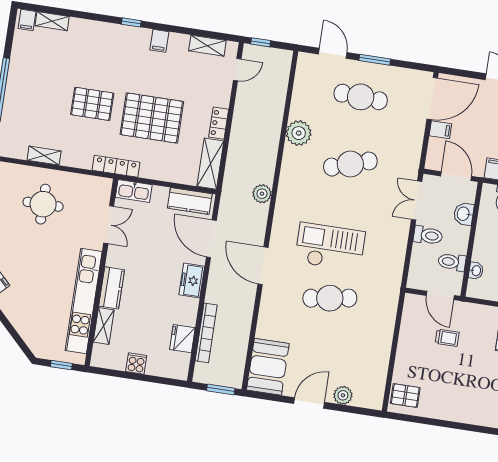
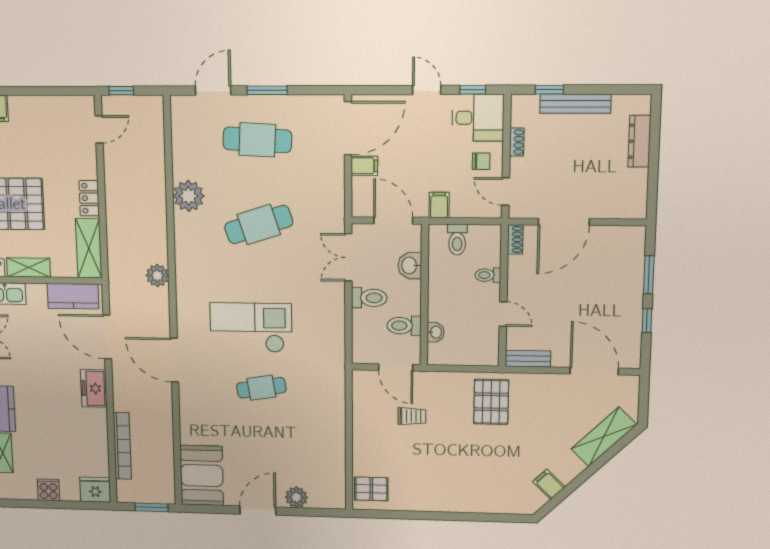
shelving: (207, 46) -> (29, 268), moved
door: (333, 53) -> (213, 90), hinge flipped
cafe table: (330, 298) -> (261, 388), width x0.73, depth x0.74
fridge: (182, 339) -> (95, 490), moved, turned 90

